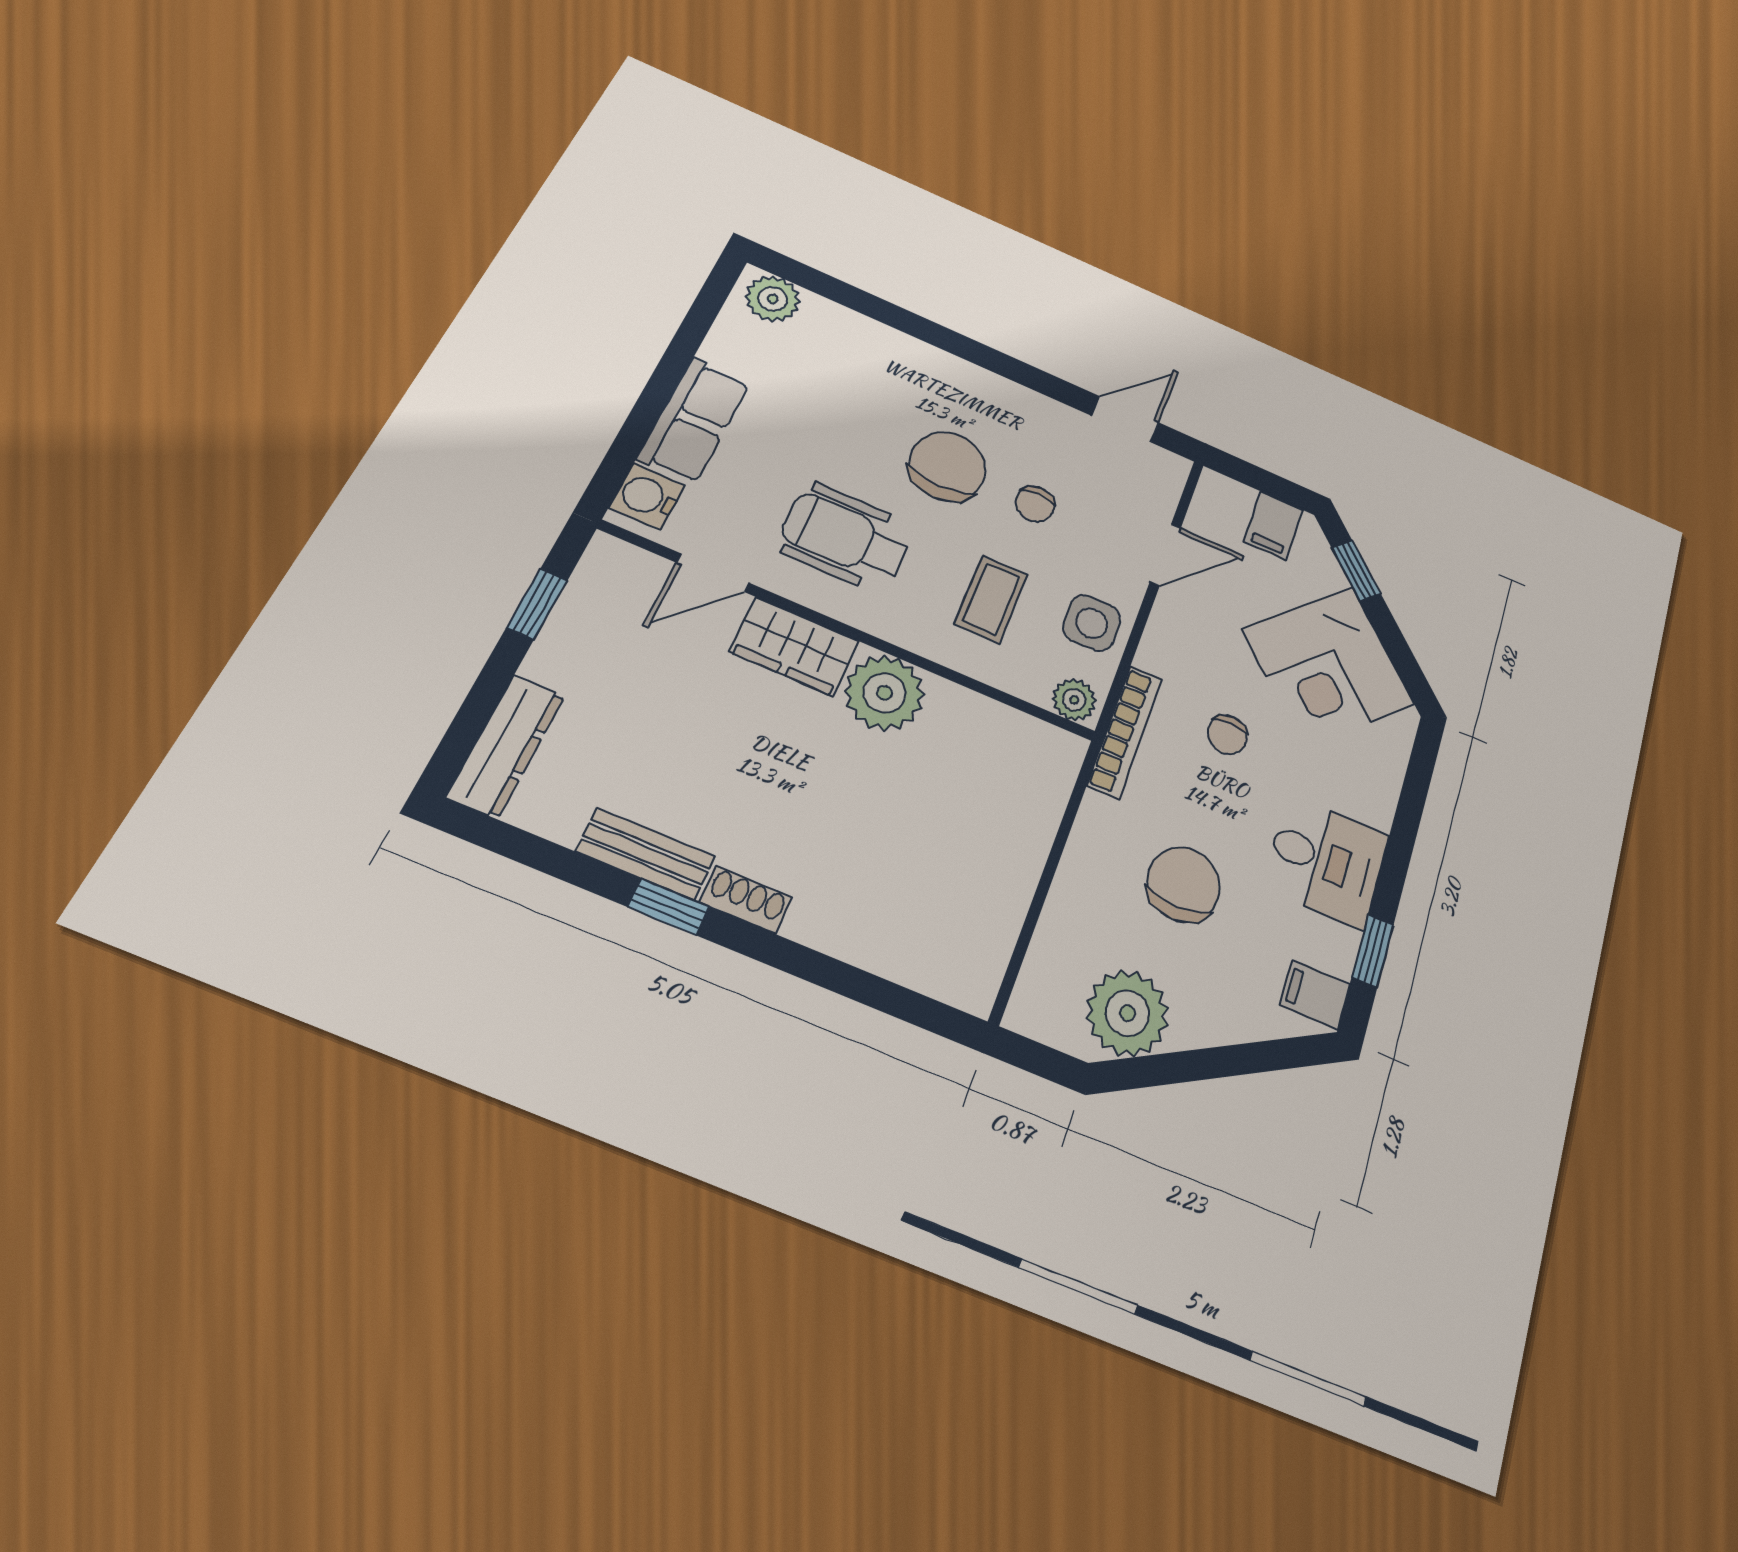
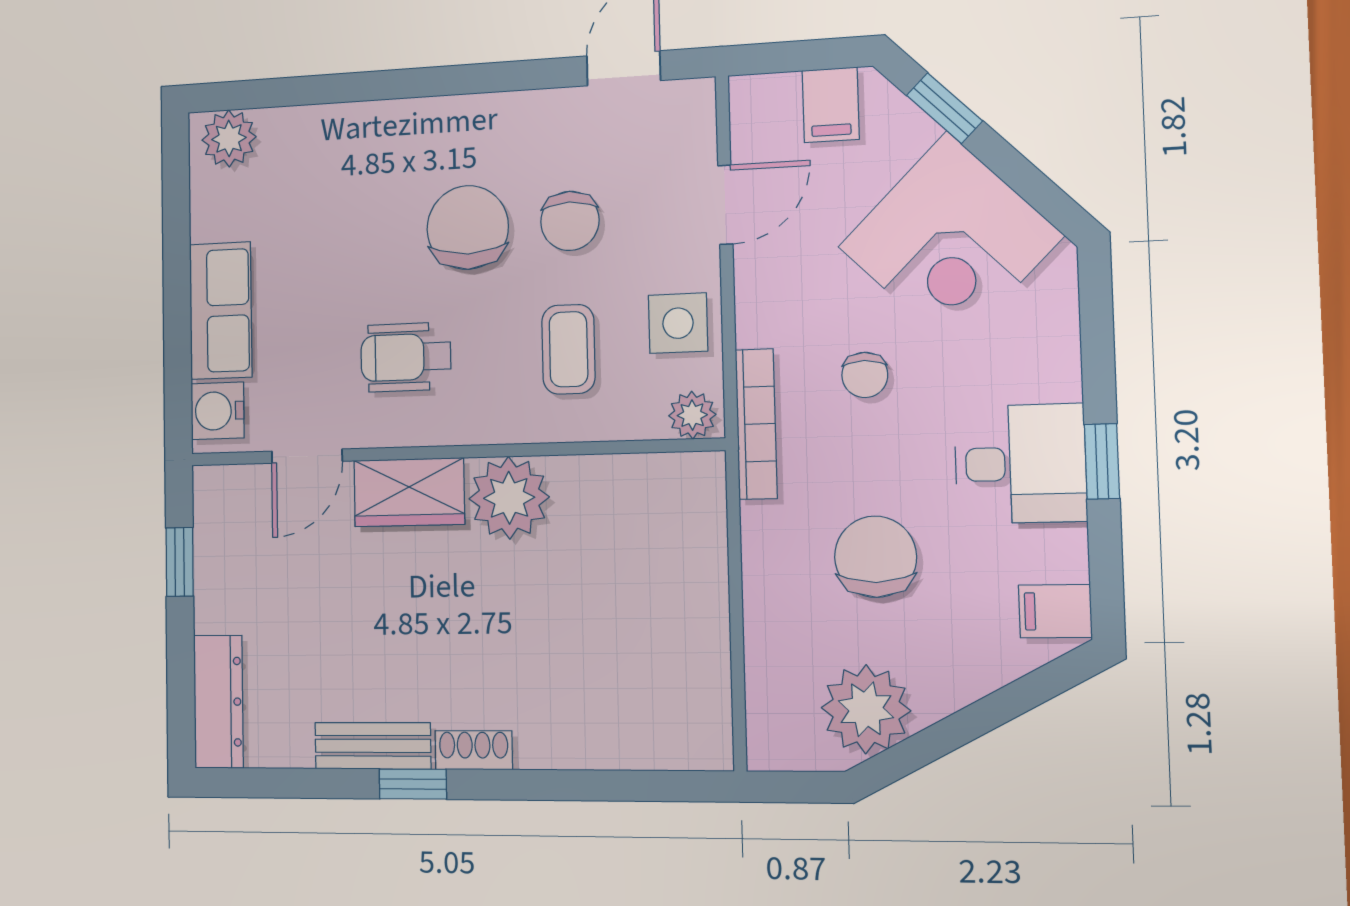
chair: (1035, 504) -> (570, 221), width x1.37, depth x1.37
wheelchair: (845, 537) -> (406, 357), width x0.73, depth x0.73
window: (1373, 951) -> (1102, 461), moved

